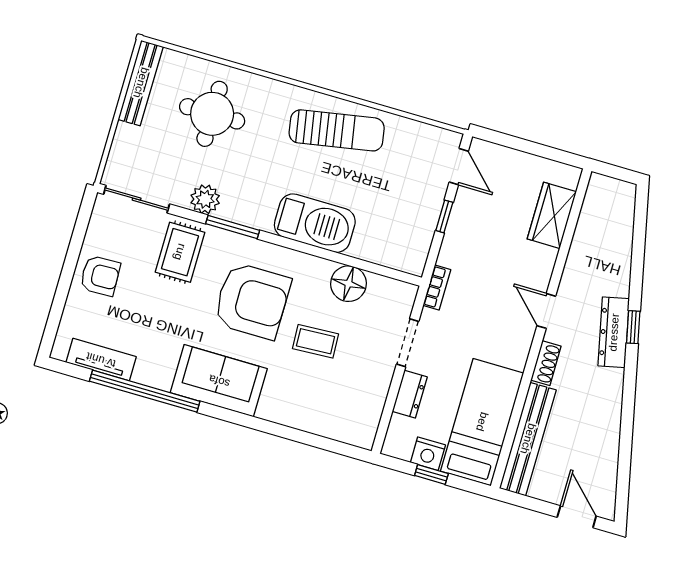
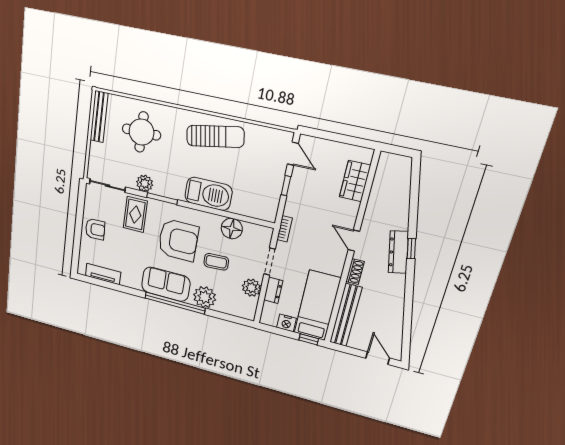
plant: (373, 389) -> (251, 288), added
window: (145, 391) -> (175, 303), moved
plant: (288, 406) -> (205, 297), added
window: (431, 475) -> (309, 339), moved

